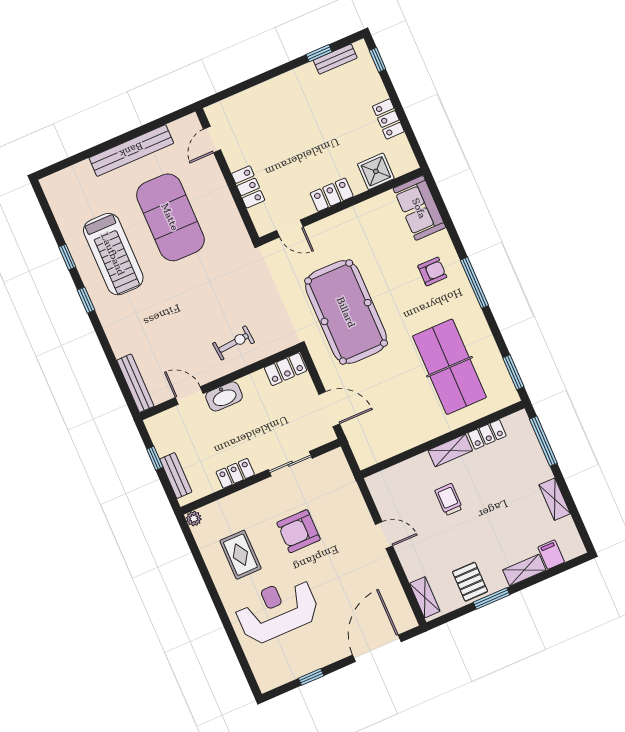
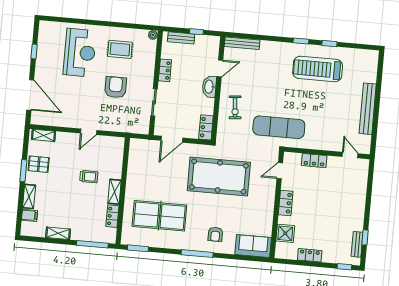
exercise mat: (170, 217) -> (279, 127), moved, width x0.68

